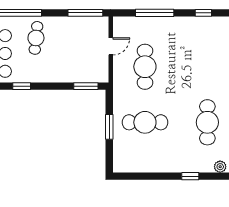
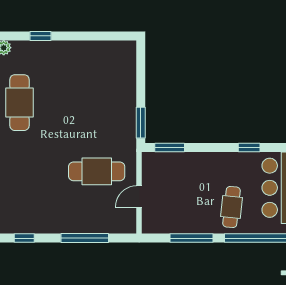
window: (85, 13) -> (192, 238), moved
cafe table: (145, 67) -> (97, 171), turned 90
cafe table: (145, 122) -> (97, 103), removed
window: (109, 127) -> (141, 123), moved

